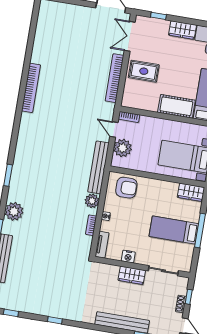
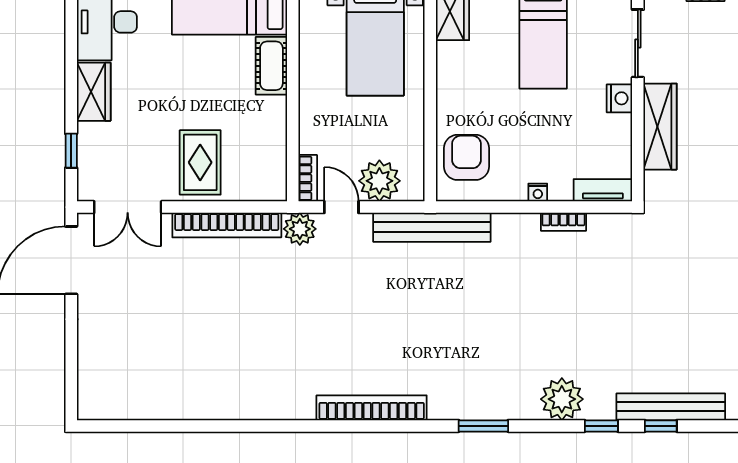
bookcase: (31, 88) -> (372, 408), moved
cot: (176, 106) -> (271, 66), width x0.73, depth x0.75
door: (114, 129) -> (341, 207), swing flipped
plant: (92, 201) -> (300, 229), moved
nightstand: (128, 256) -> (619, 98), moved
wardrobe: (132, 275) -> (660, 127), width x1.50

